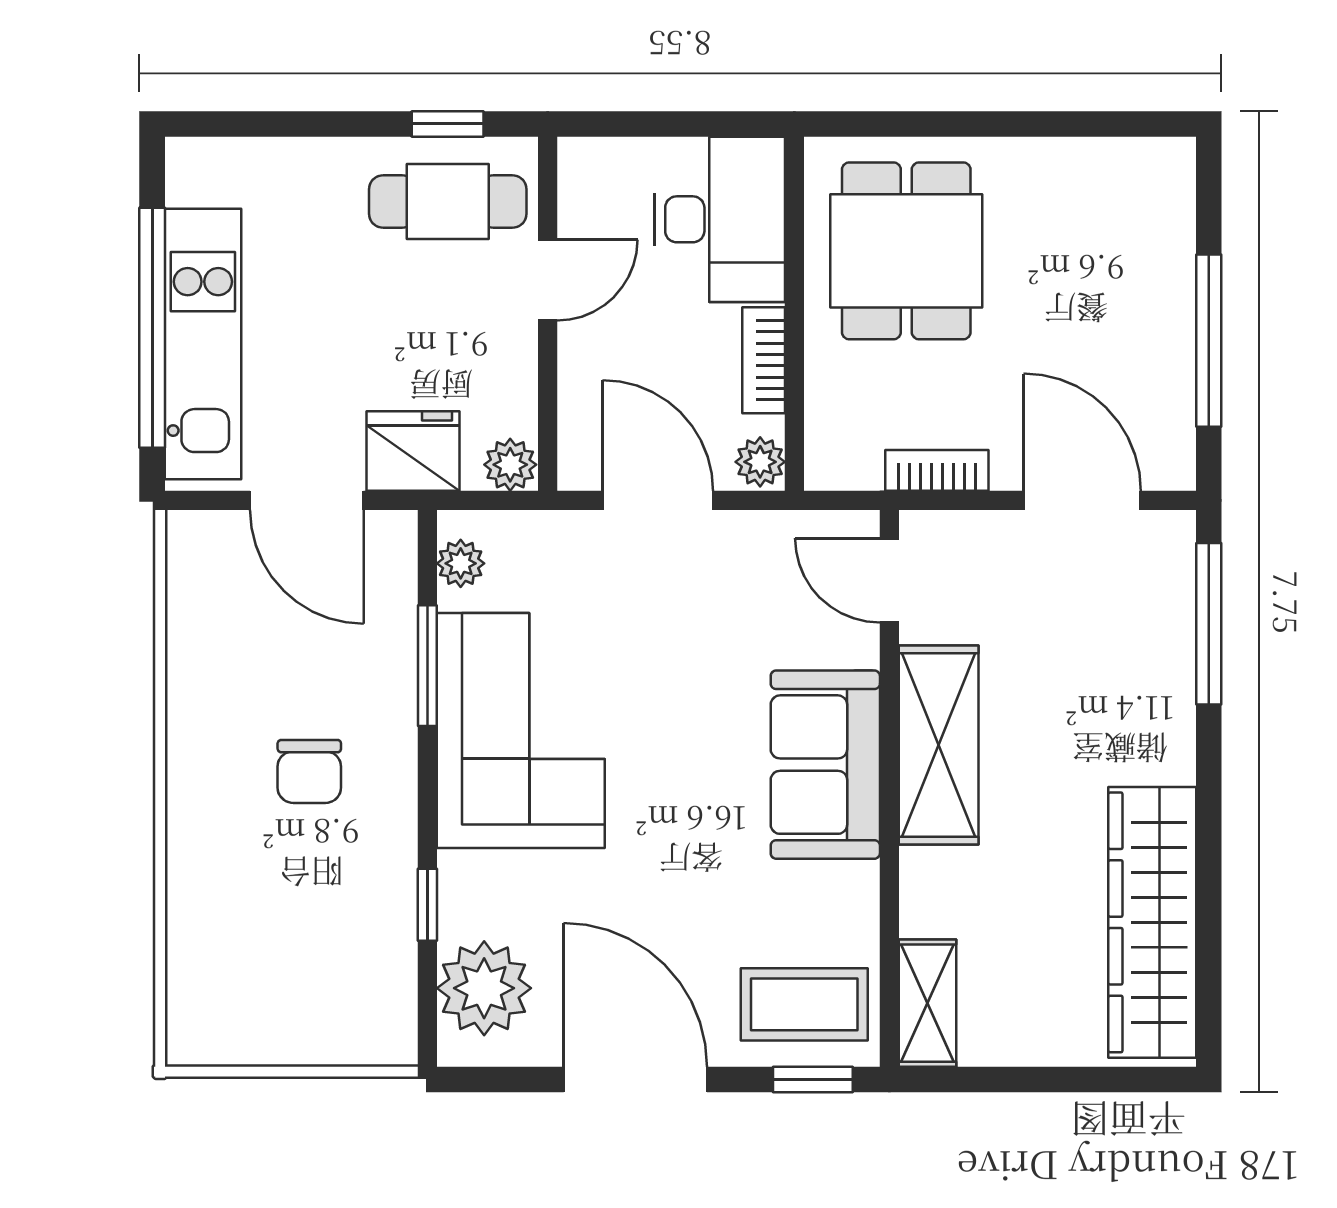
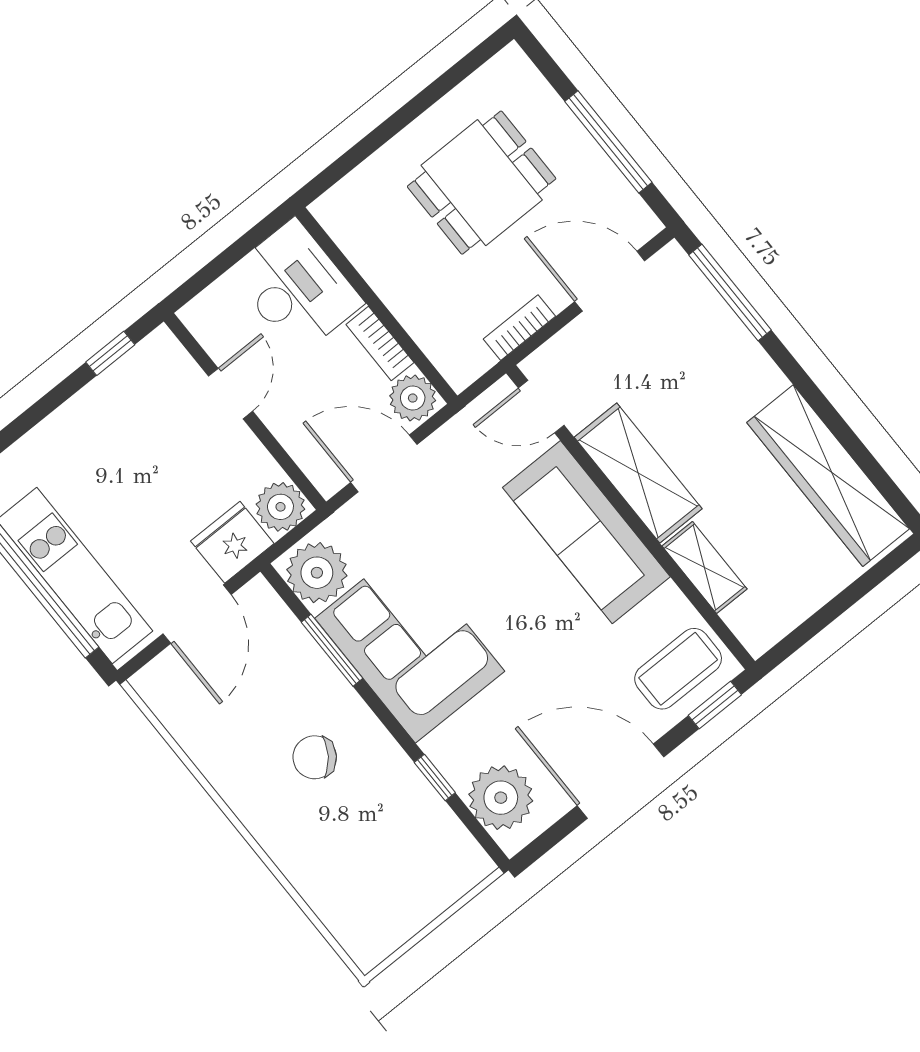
cafe table: (448, 202) -> (144, 395), removed
dining table: (906, 251) -> (482, 183), moved, turned 90
plant: (760, 462) -> (413, 398), width x1.38, depth x1.38
plant: (510, 465) -> (280, 507), width x1.38, depth x1.38
door: (307, 500) -> (197, 614), hinge flipped
plant: (461, 563) -> (317, 573), width x1.87, depth x1.87
sofa: (825, 765) -> (586, 532), width x1.36
chair: (309, 771) -> (315, 757), turned 126
shelving: (927, 1003) -> (705, 567), moved

